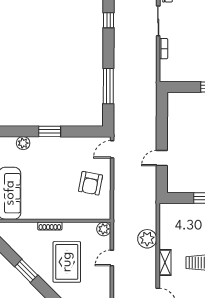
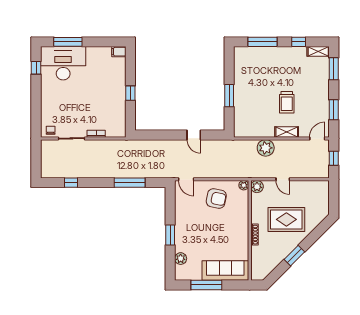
plant: (105, 214) -> (244, 185), added

